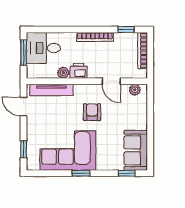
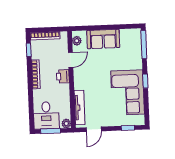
printer: (79, 71) -> (63, 76), moved
plant: (63, 73) -> (66, 123), moved
armchair: (92, 112) -> (96, 74), removed
sofa: (136, 150) -> (103, 39), moved
window: (127, 173) -> (144, 45), width x2.17

